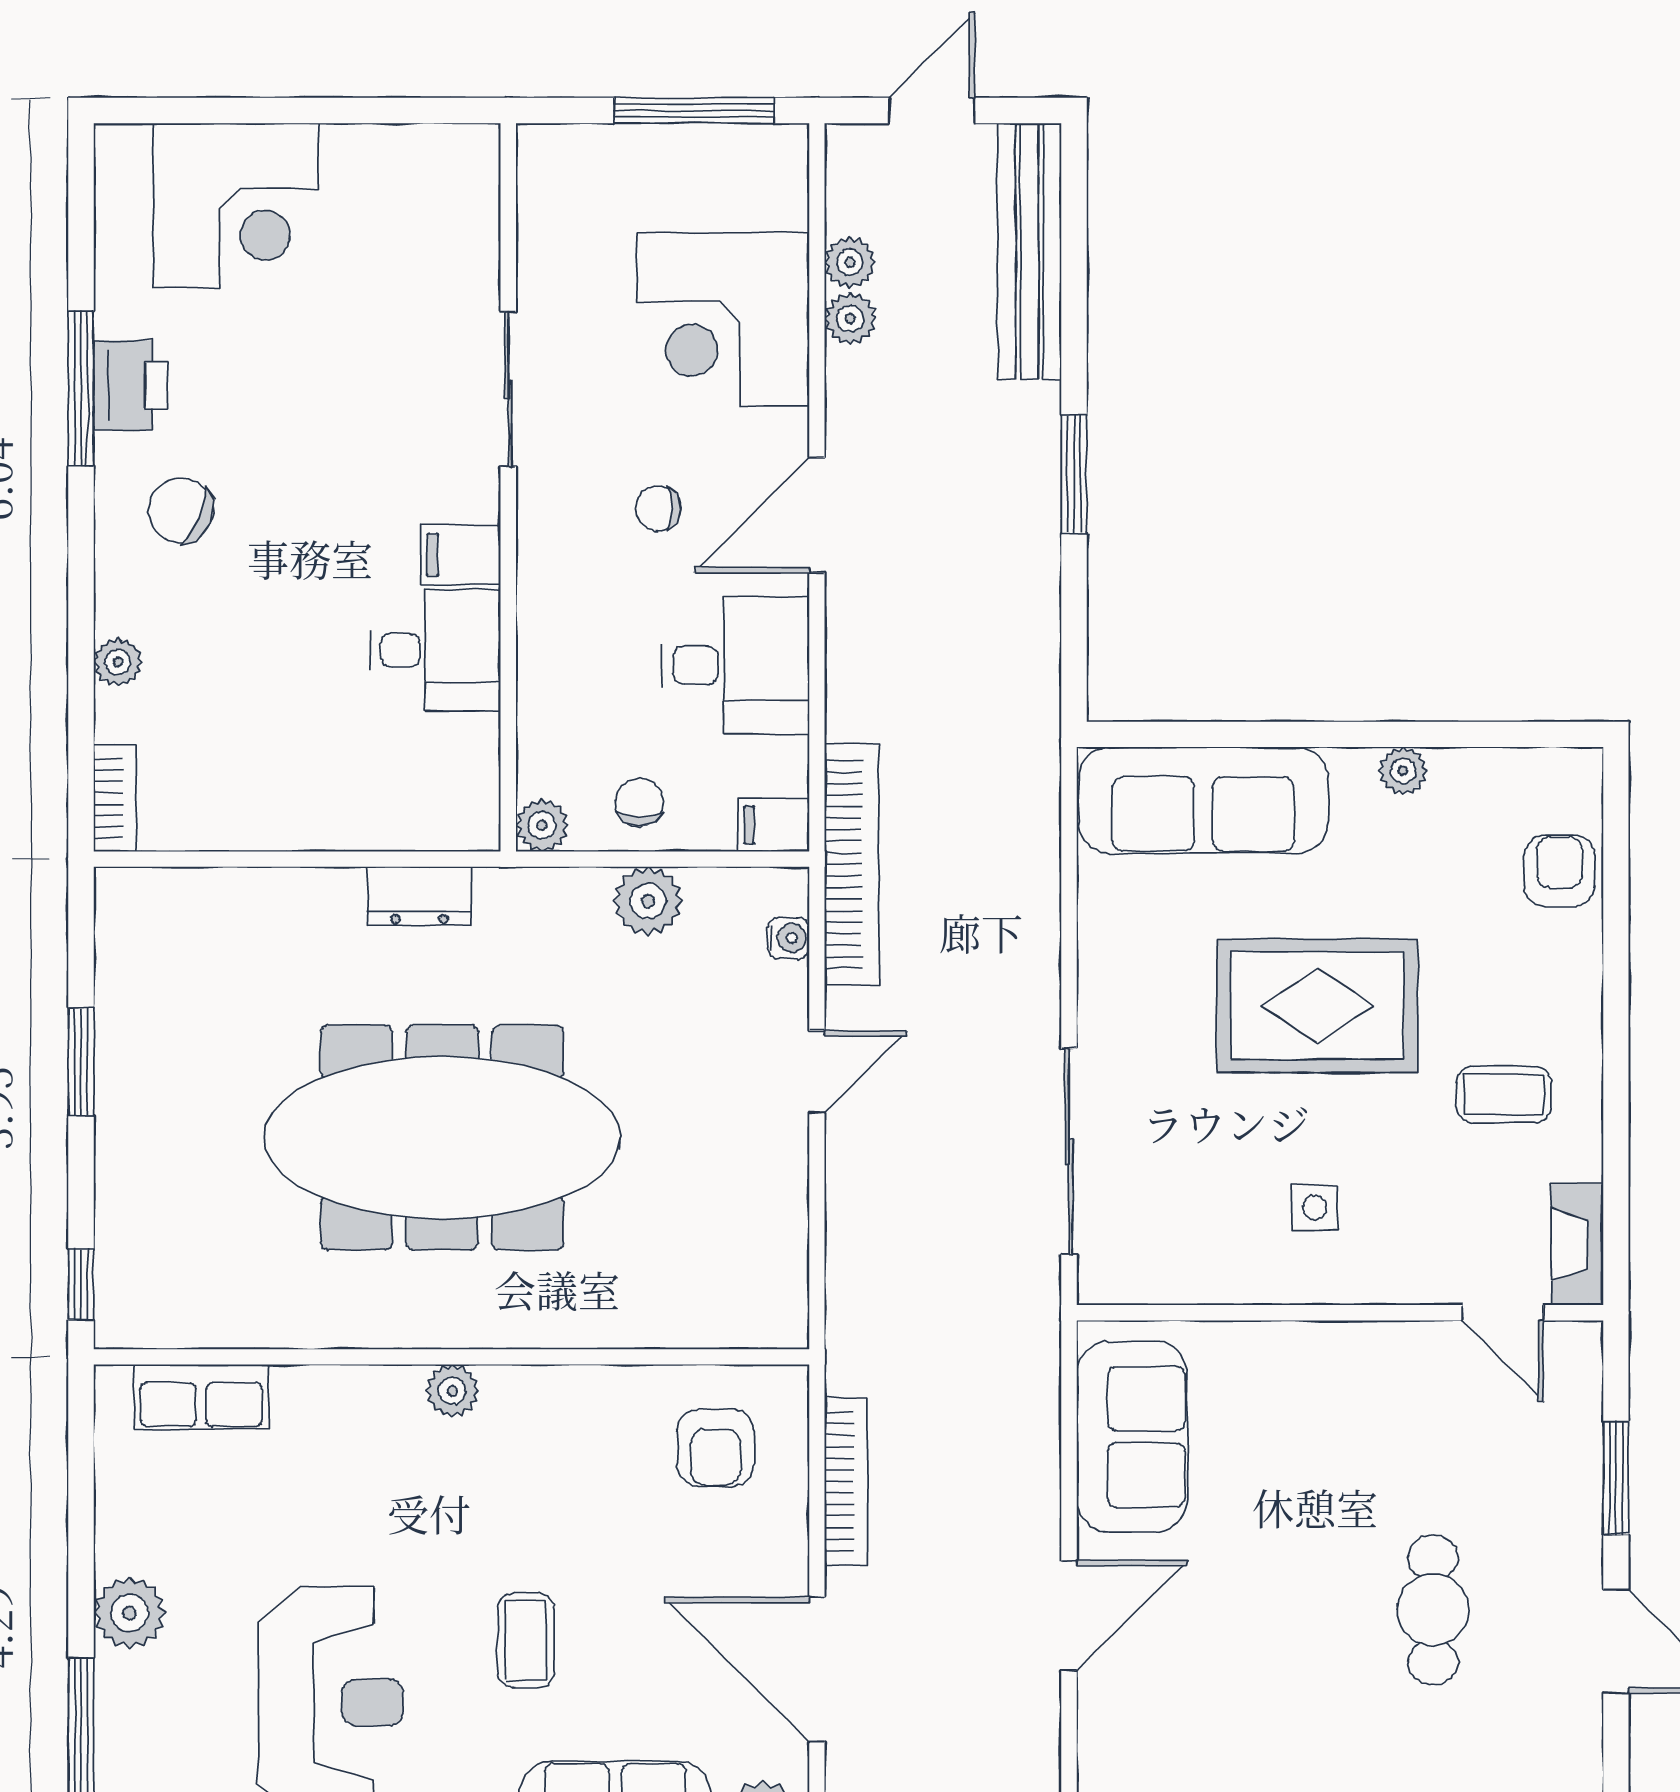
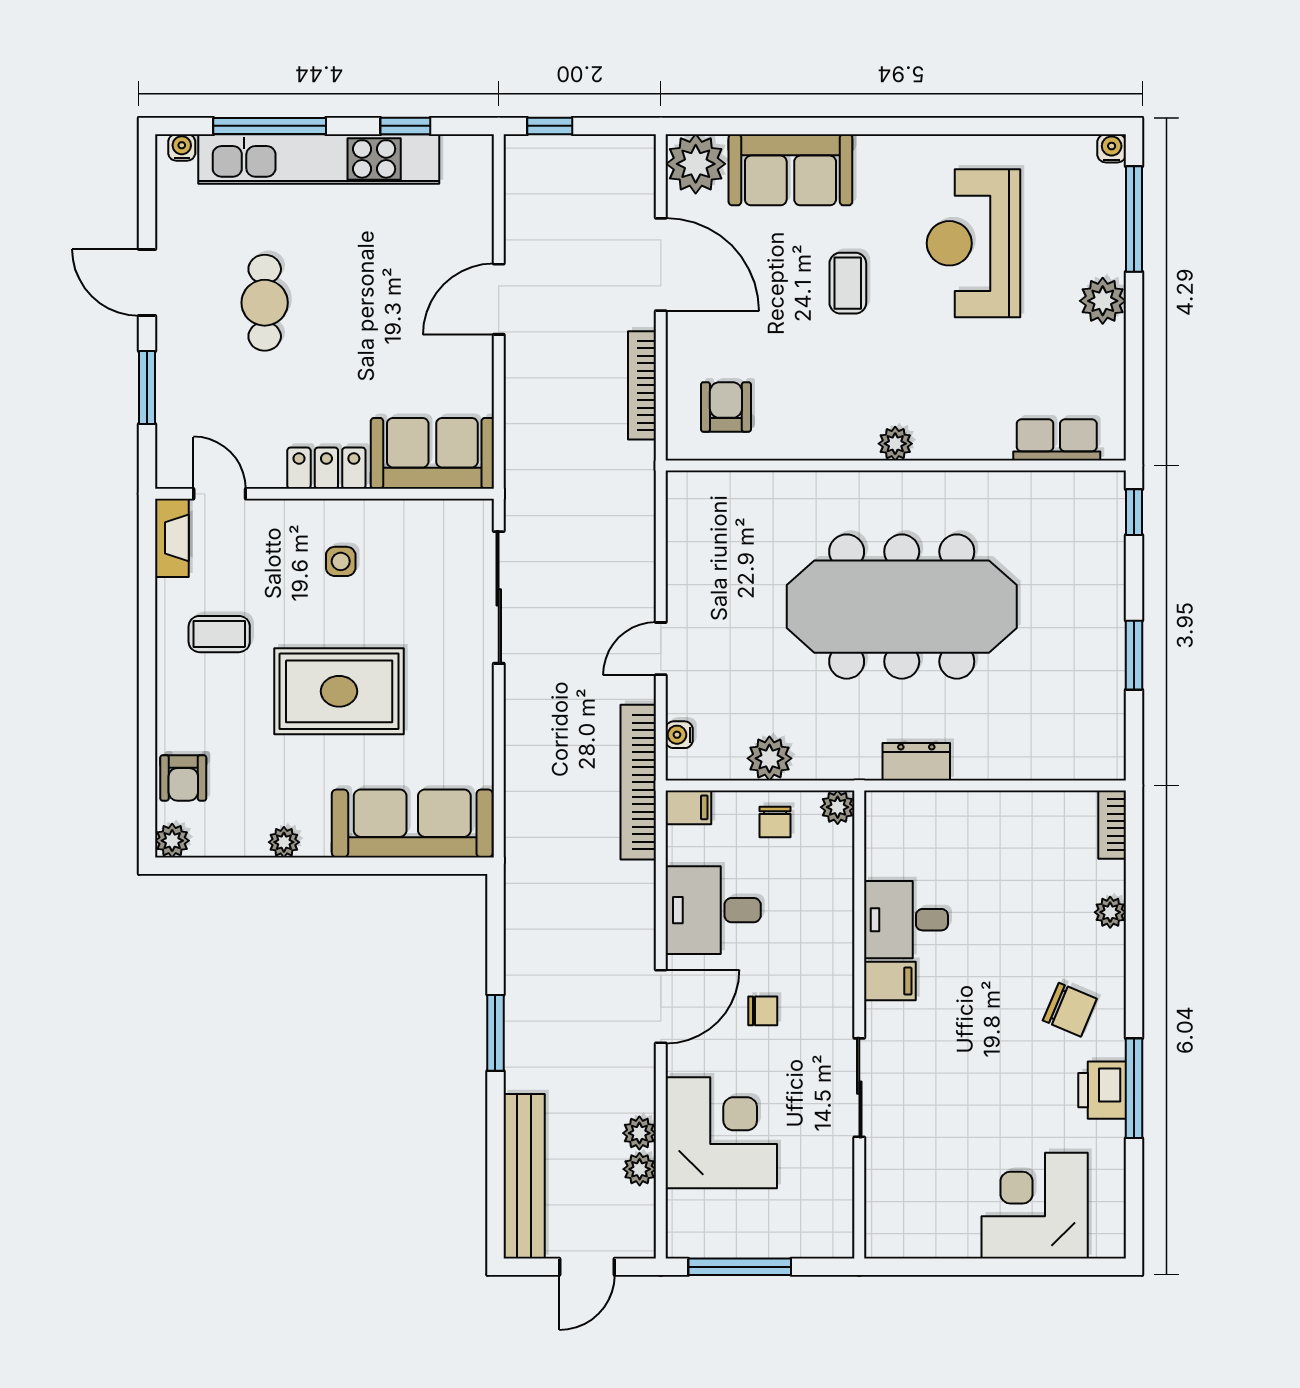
plant: (1577, 773) -> (172, 841), added
locker: (1337, 1353) -> (326, 468), added
sofa: (1132, 1437) -> (432, 453), moved, turned 90

